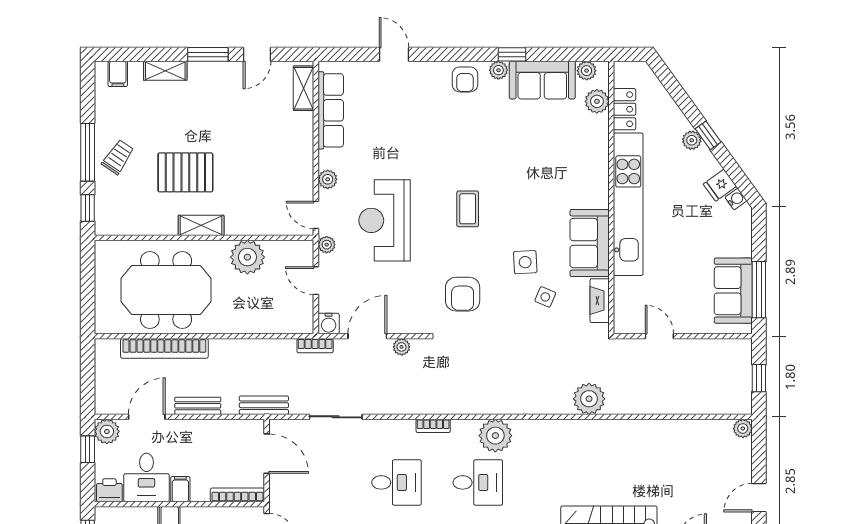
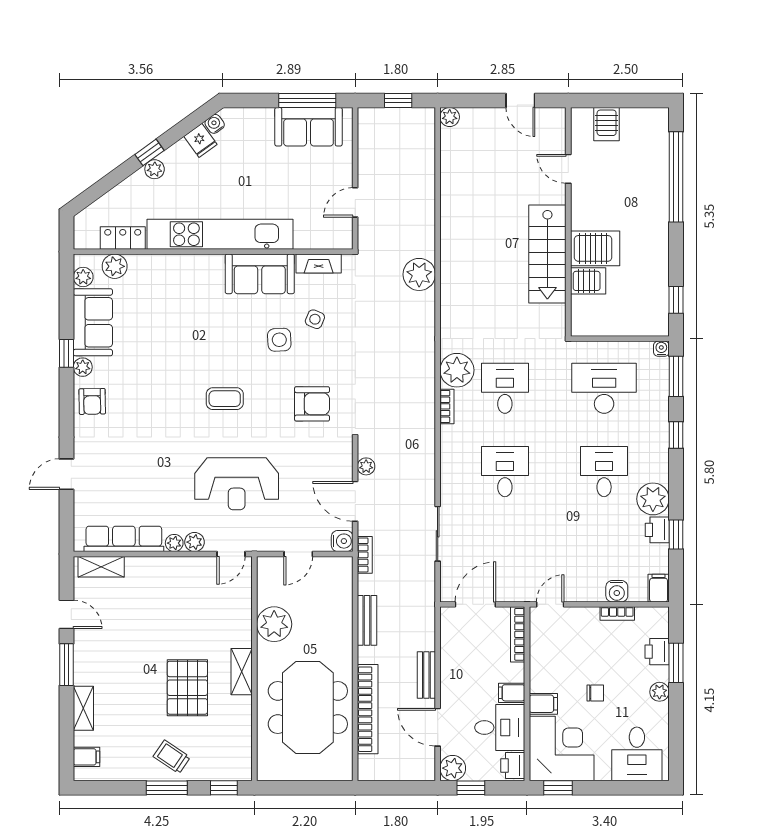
armchair: (465, 79) -> (92, 401), turned 89
window: (88, 152) -> (167, 788), width x0.69
plant: (327, 245) -> (174, 543), moved
bench: (264, 405) -> (367, 620), moved
bookcase: (433, 426) -> (447, 406), moved

